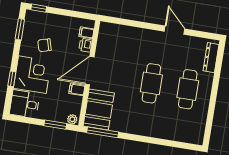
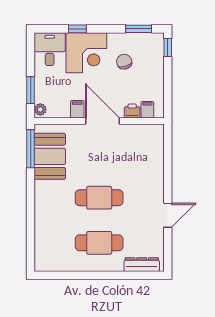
booth: (99, 109) -> (50, 156), moved, turned 90

